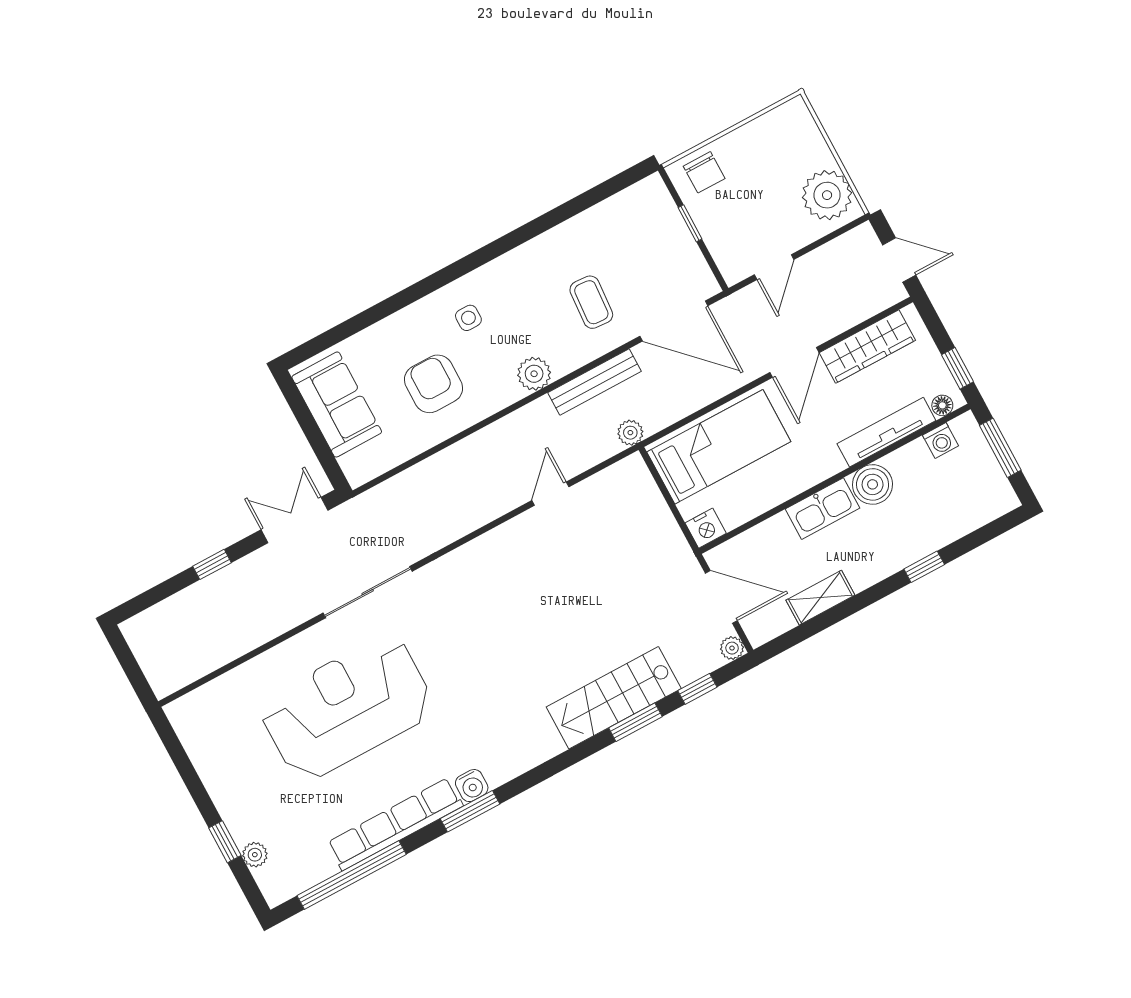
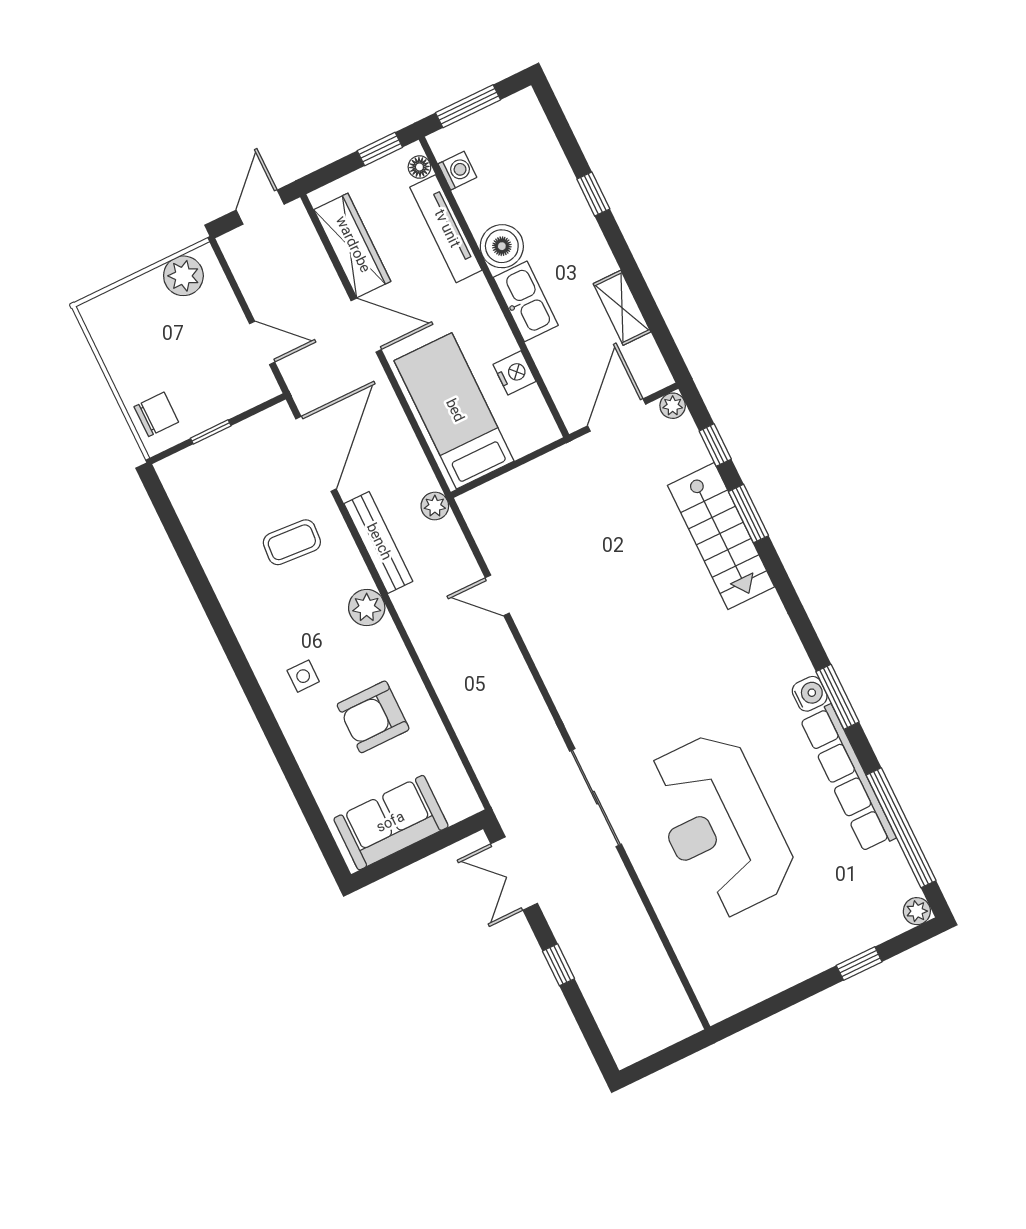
plant: (827, 195) -> (183, 276), width x0.73, depth x0.73
nightstand: (706, 528) -> (514, 373), moved
plant: (255, 855) -> (917, 911), moved

